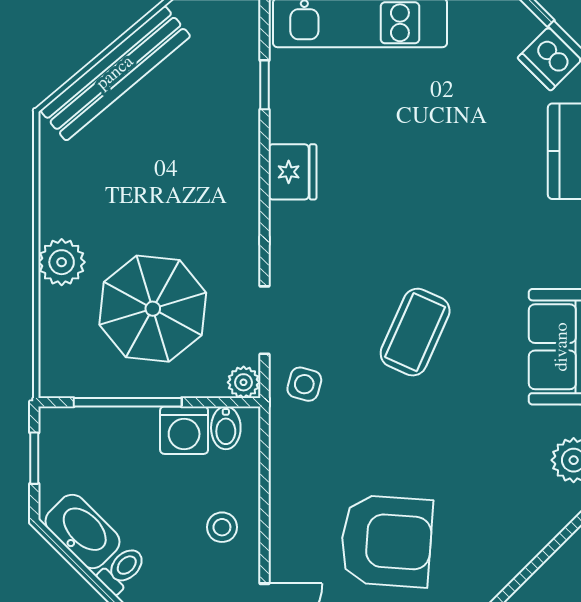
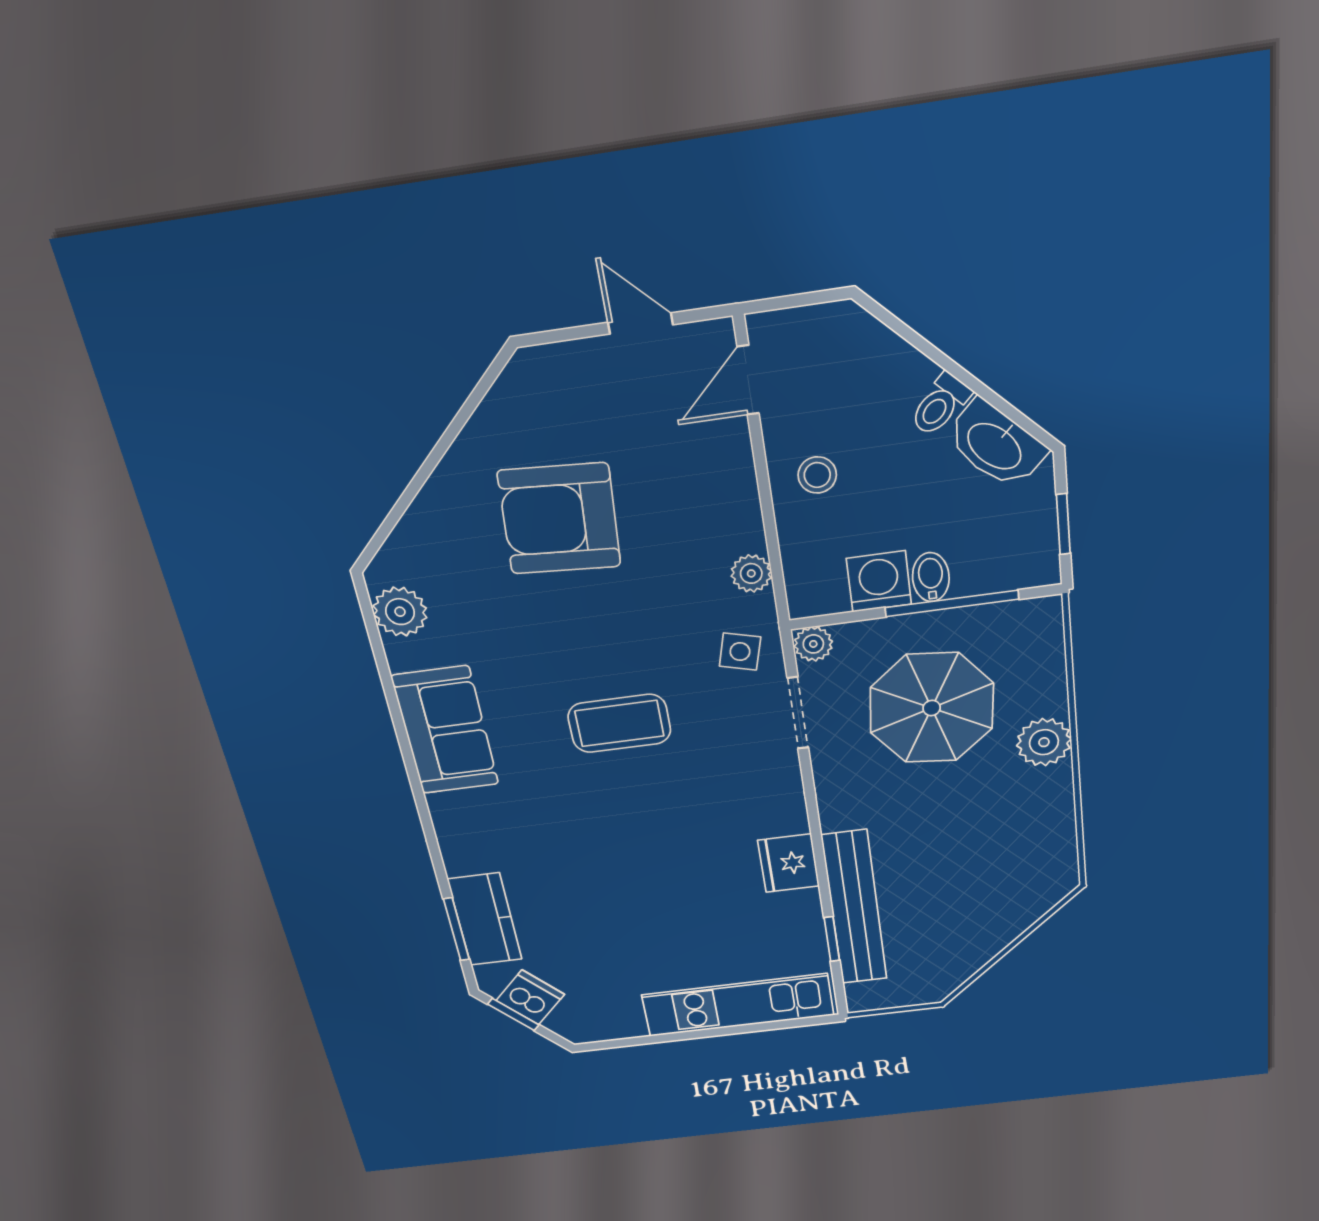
bench: (115, 73) -> (855, 908), moved, turned -50
coffee table: (415, 332) -> (619, 723), turned 66
bidet: (226, 428) -> (931, 577), moved
plant: (285, 452) -> (751, 573), added
armchair: (386, 541) -> (559, 519), moved

